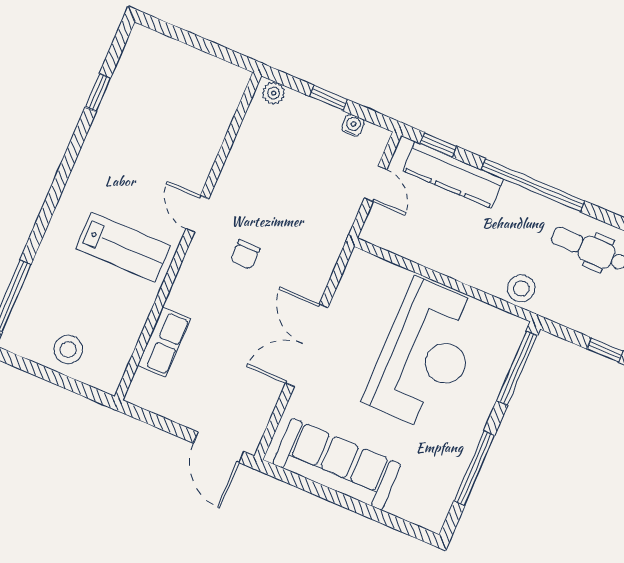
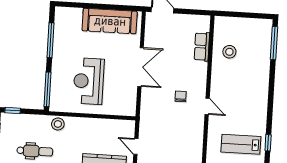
lab bench: (123, 247) -> (241, 144), moved
stool: (68, 350) -> (229, 52), moved
reception desk: (425, 355) -> (89, 81), width x0.74, depth x0.77

